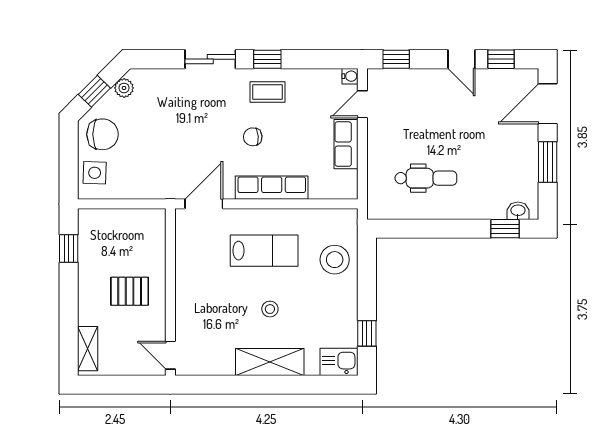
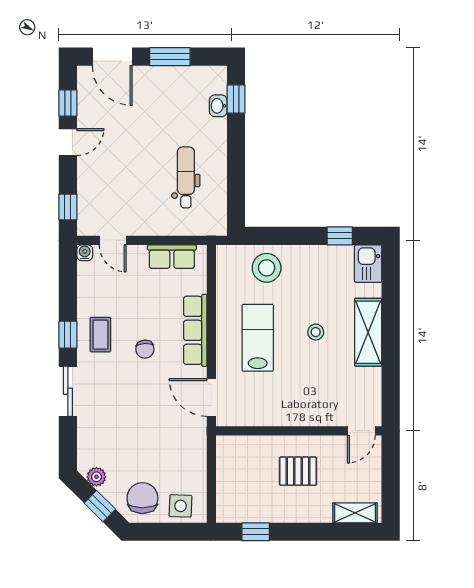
row of seats: (346, 144) -> (172, 257), moved
washbasin: (518, 211) -> (218, 106), moved
pallet: (130, 291) -> (298, 471), turned 90

